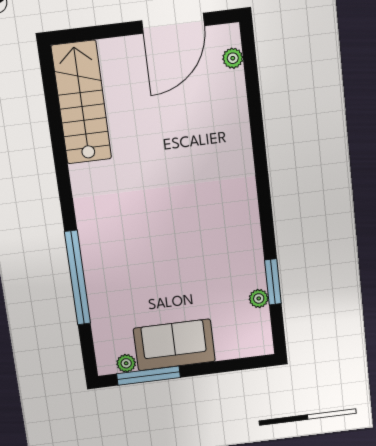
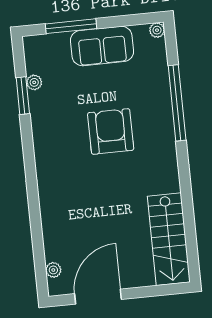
armchair: (161, 240) -> (111, 131), added
plant: (126, 363) -> (157, 30), moved
window: (149, 376) -> (71, 26), moved

